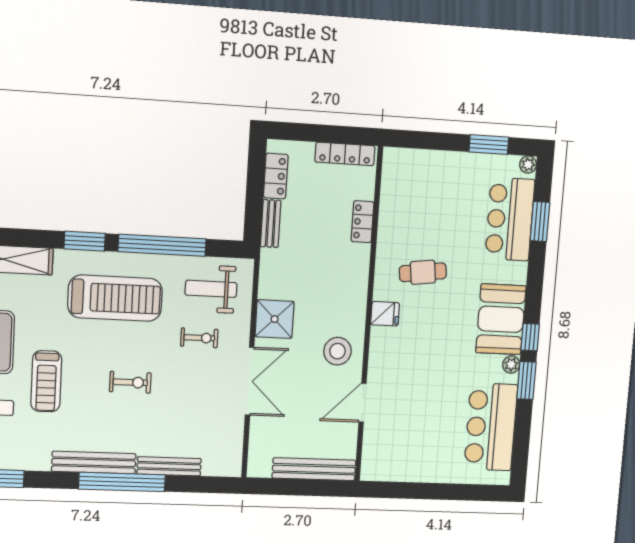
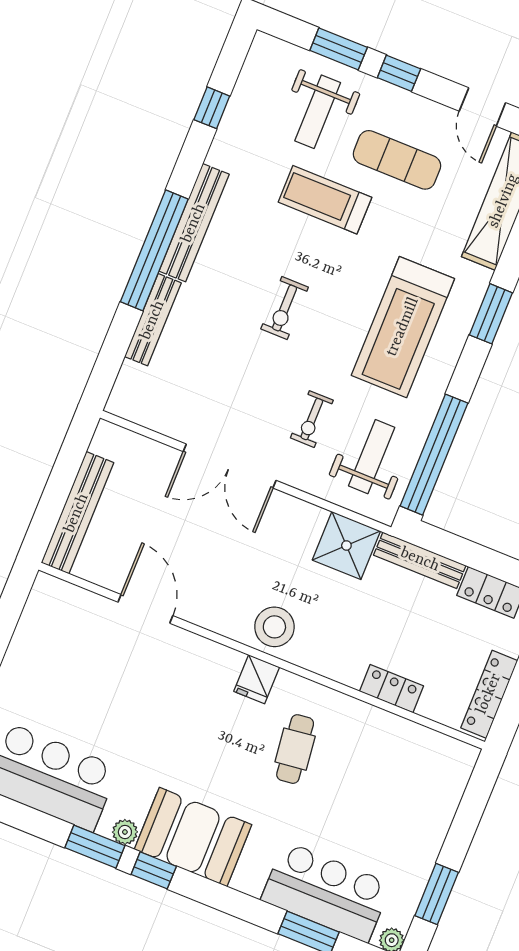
bench: (271, 224) -> (420, 560), width x1.36
window: (162, 245) -> (434, 455), moved
shower: (275, 319) -> (346, 545), moved
stool: (337, 351) -> (274, 627), moved

